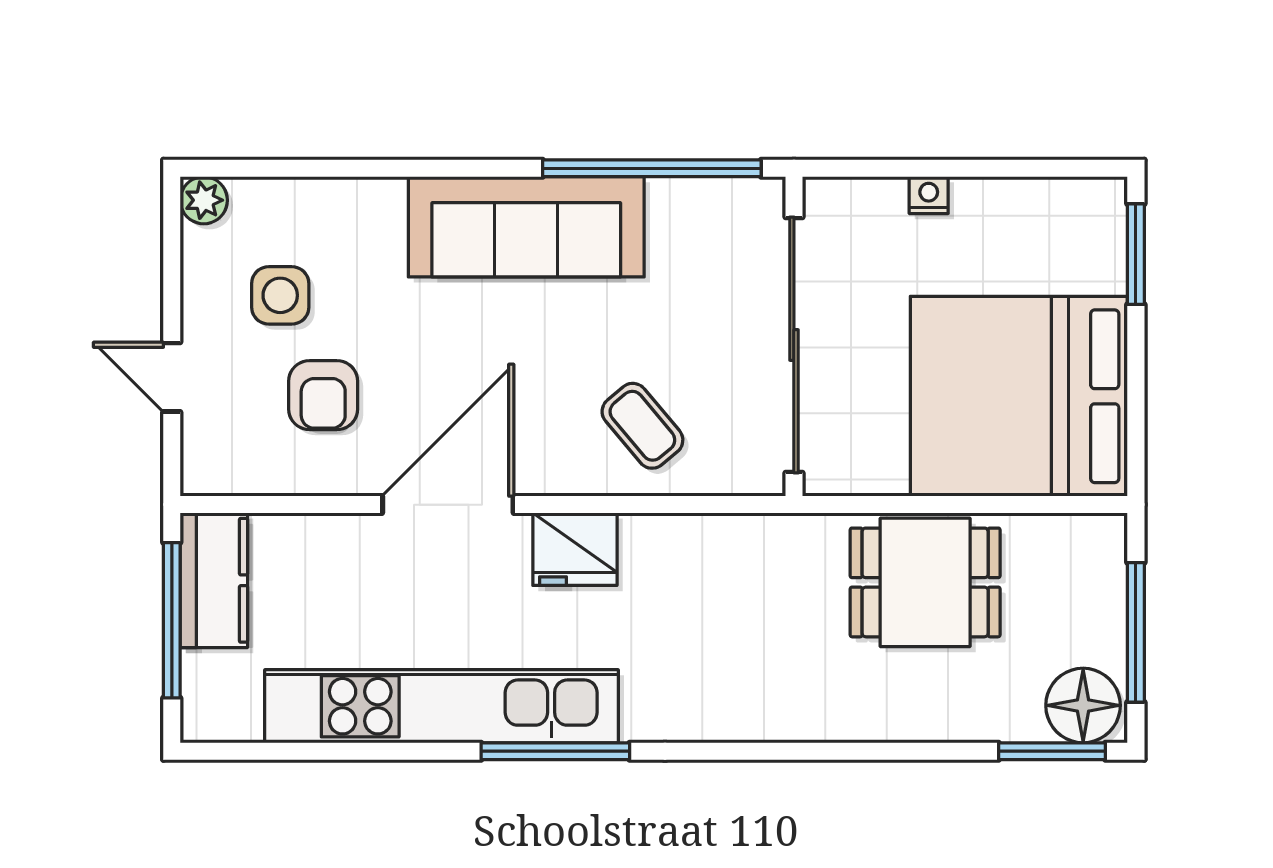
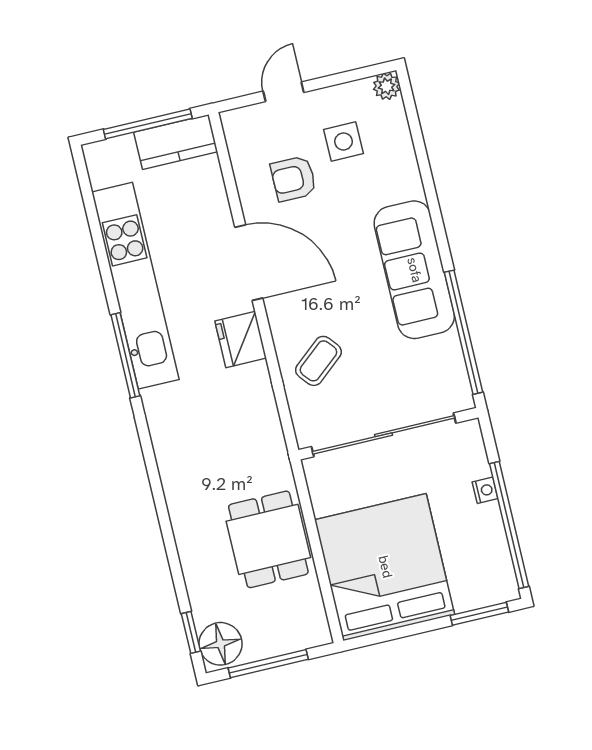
window: (997, 168) -> (509, 525), added
window: (1052, 751) -> (191, 632), width x0.67

